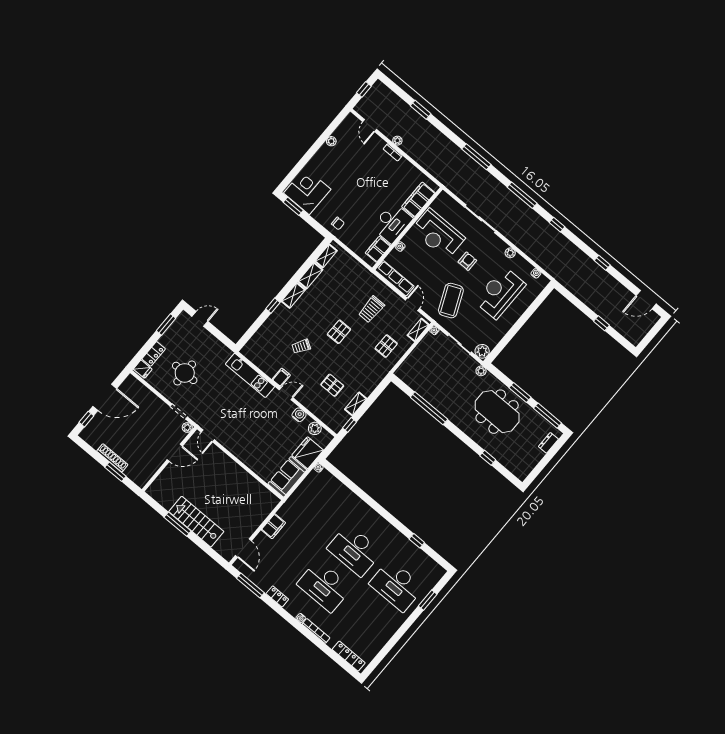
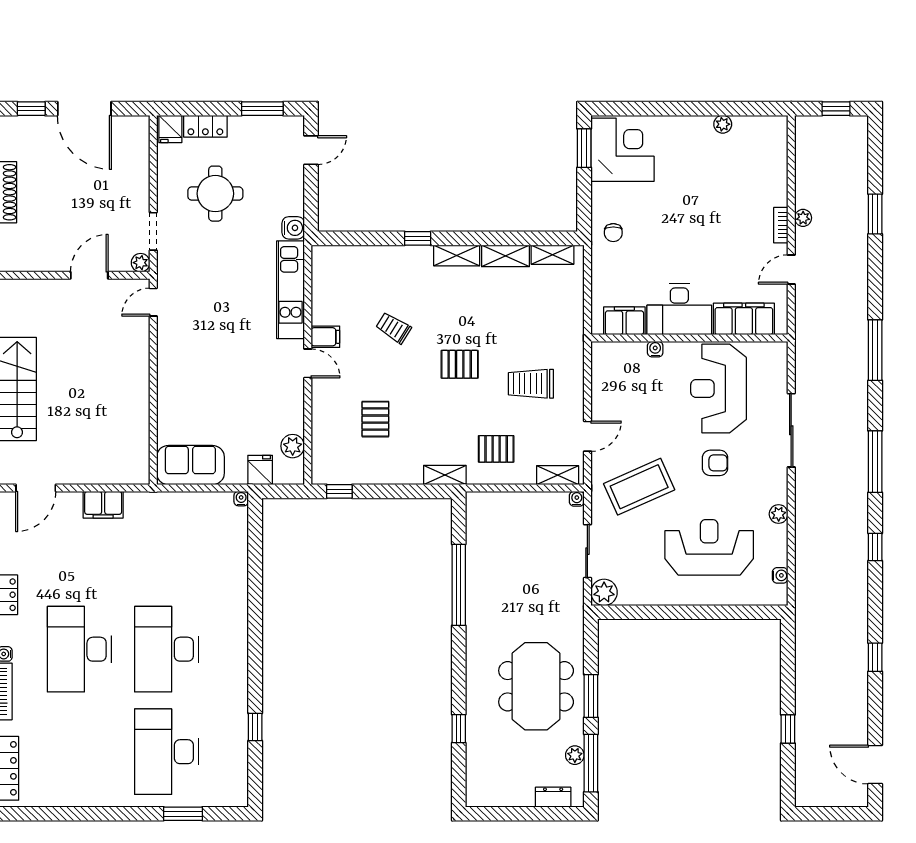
door: (370, 126) -> (791, 270), moved
row of seats: (395, 278) -> (603, 379), removed
door: (200, 319) -> (311, 150), hinge flipped
plant: (481, 371) -> (575, 755), moved
shelving: (356, 404) -> (445, 475), moved
water cooler: (299, 415) -> (293, 228), moved
door: (175, 453) -> (89, 275), swing flipped
fridge: (308, 453) -> (260, 470), width x0.53, depth x0.75

